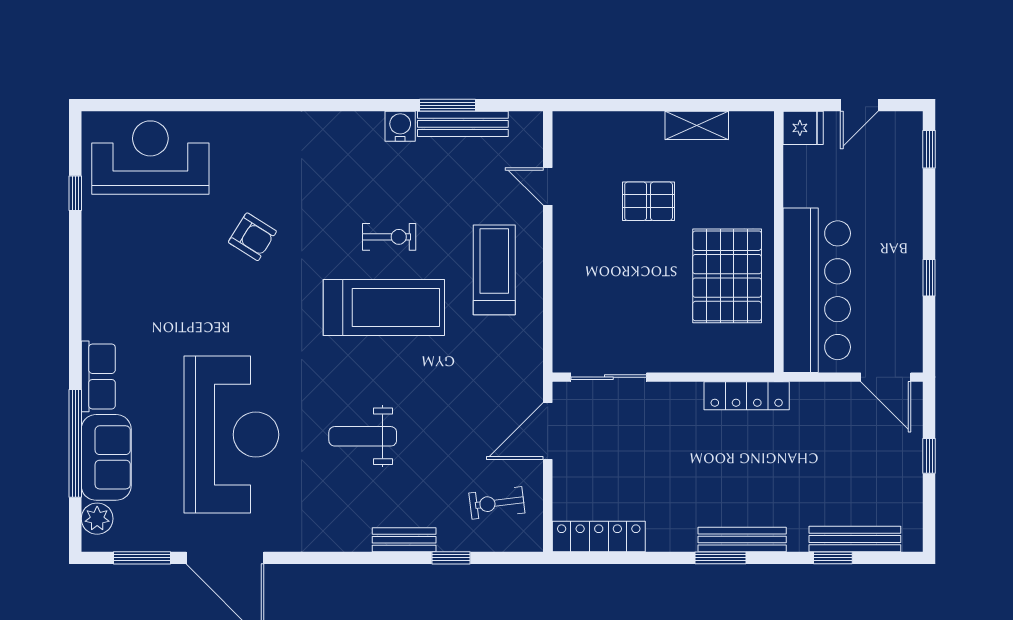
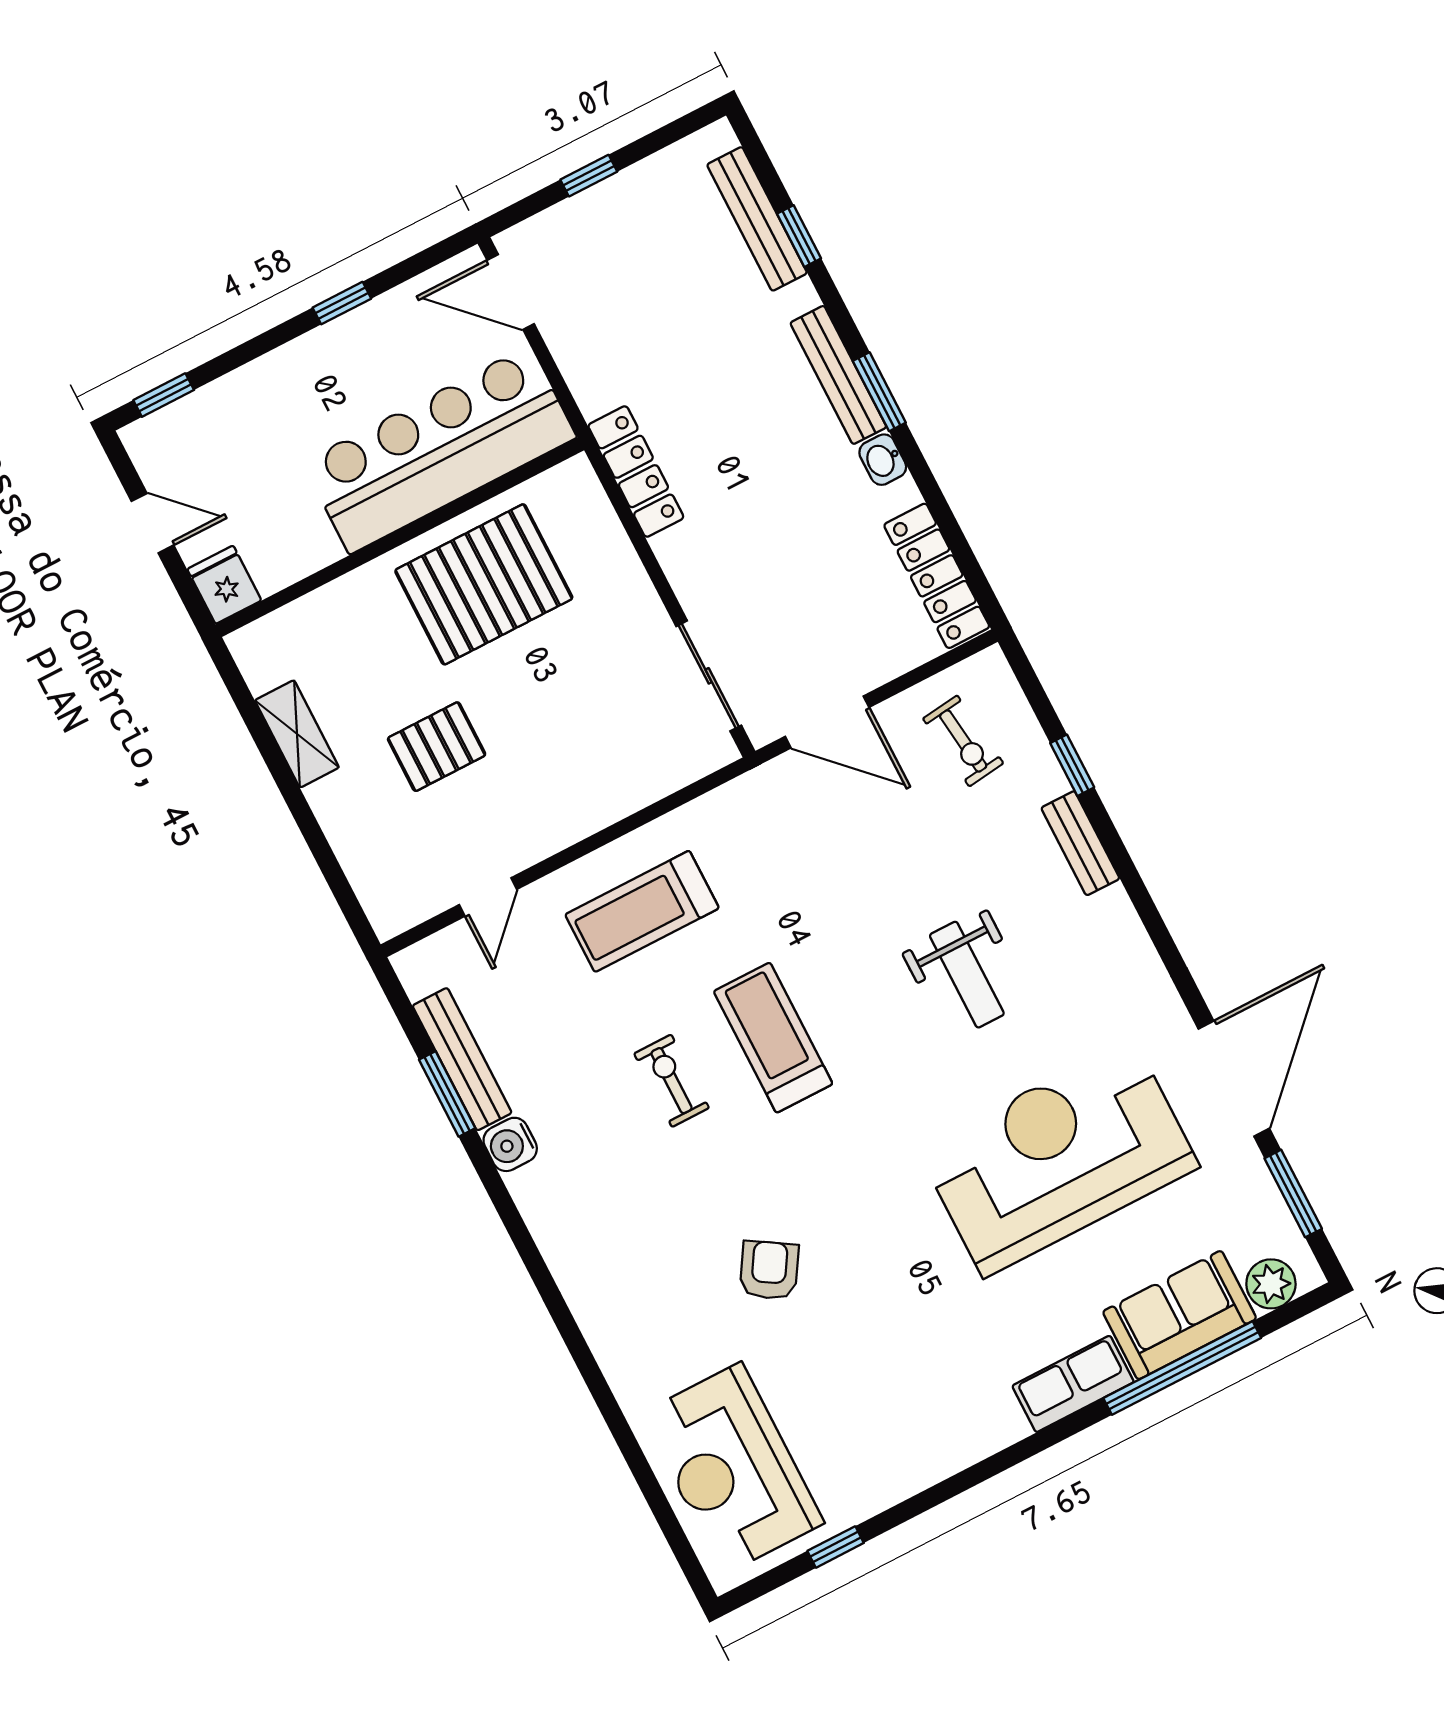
pallet: (649, 201) -> (437, 747), turned 90
treadmill: (384, 307) -> (773, 1038), width x0.73, depth x0.73
door: (886, 377) -> (511, 292), swing flipped
washbasin: (681, 540) -> (883, 460), added

